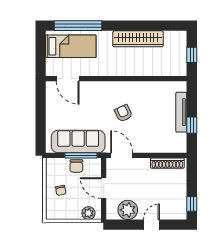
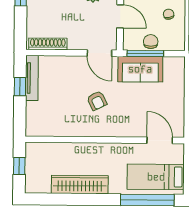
tv unit: (181, 112) -> (32, 78), moved
sofa: (78, 141) -> (140, 69), width x0.73

